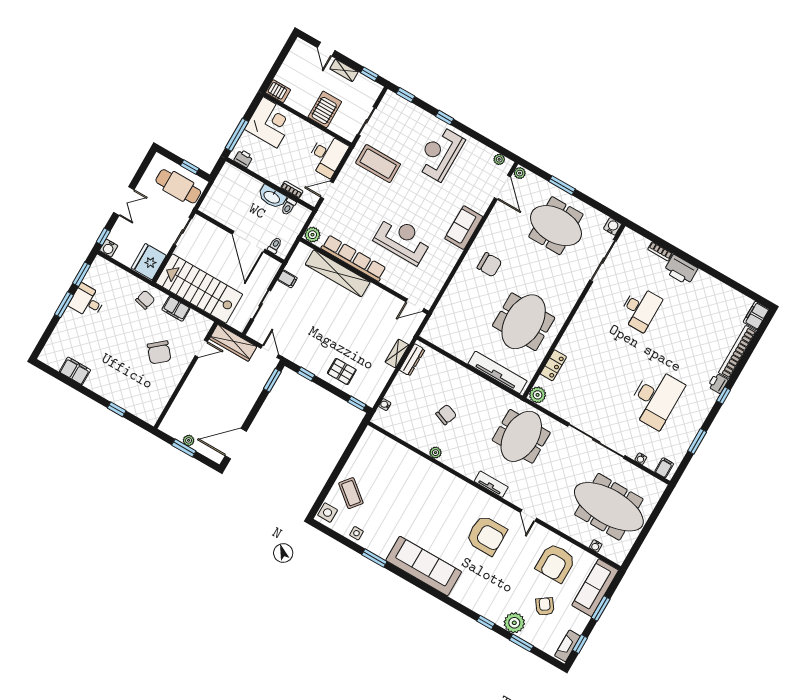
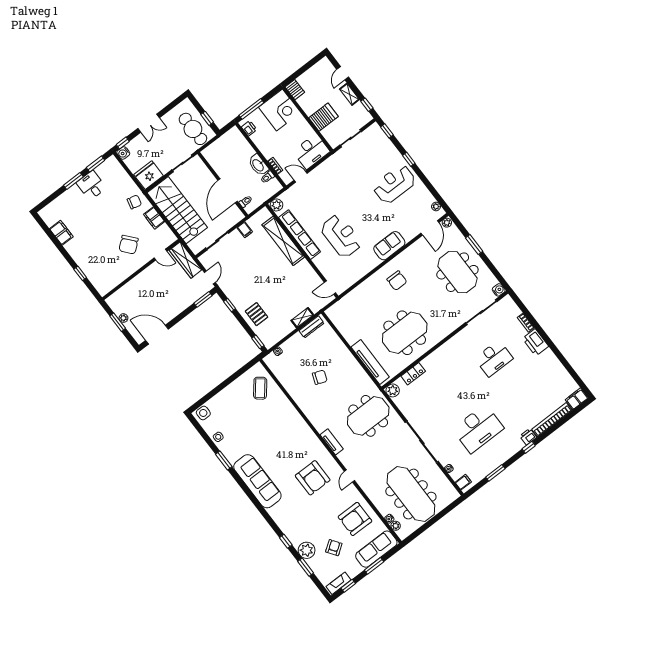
coffee table: (378, 164) -> (346, 173), removed
plant: (436, 453) -> (396, 526), moved
coffee table: (351, 493) -> (260, 388), moved

